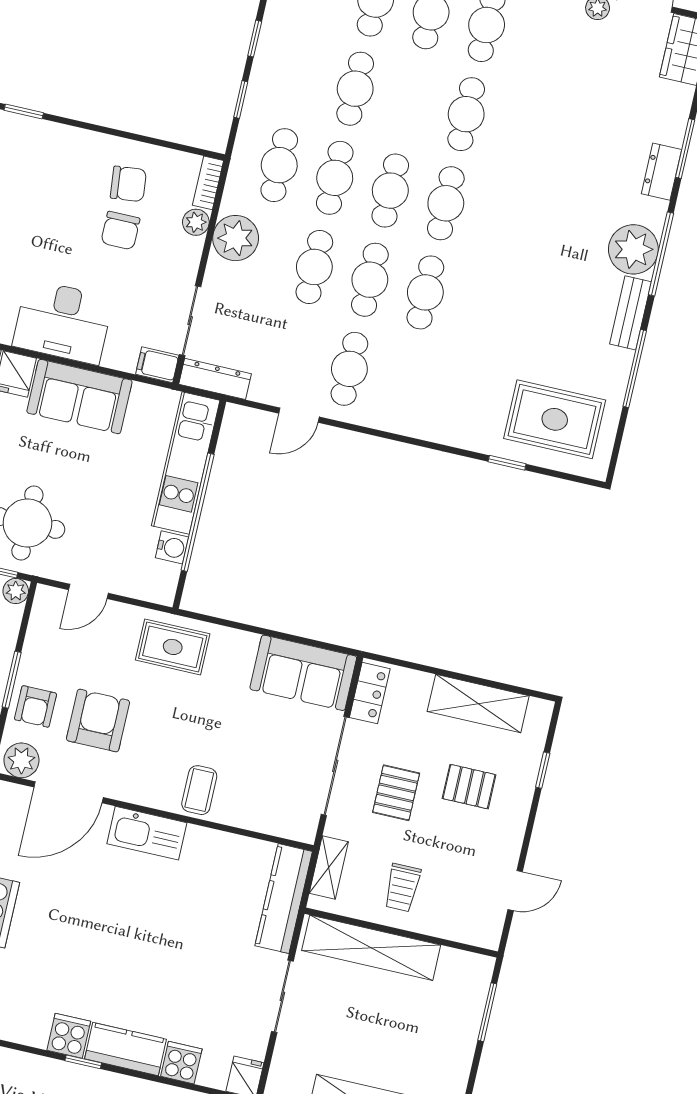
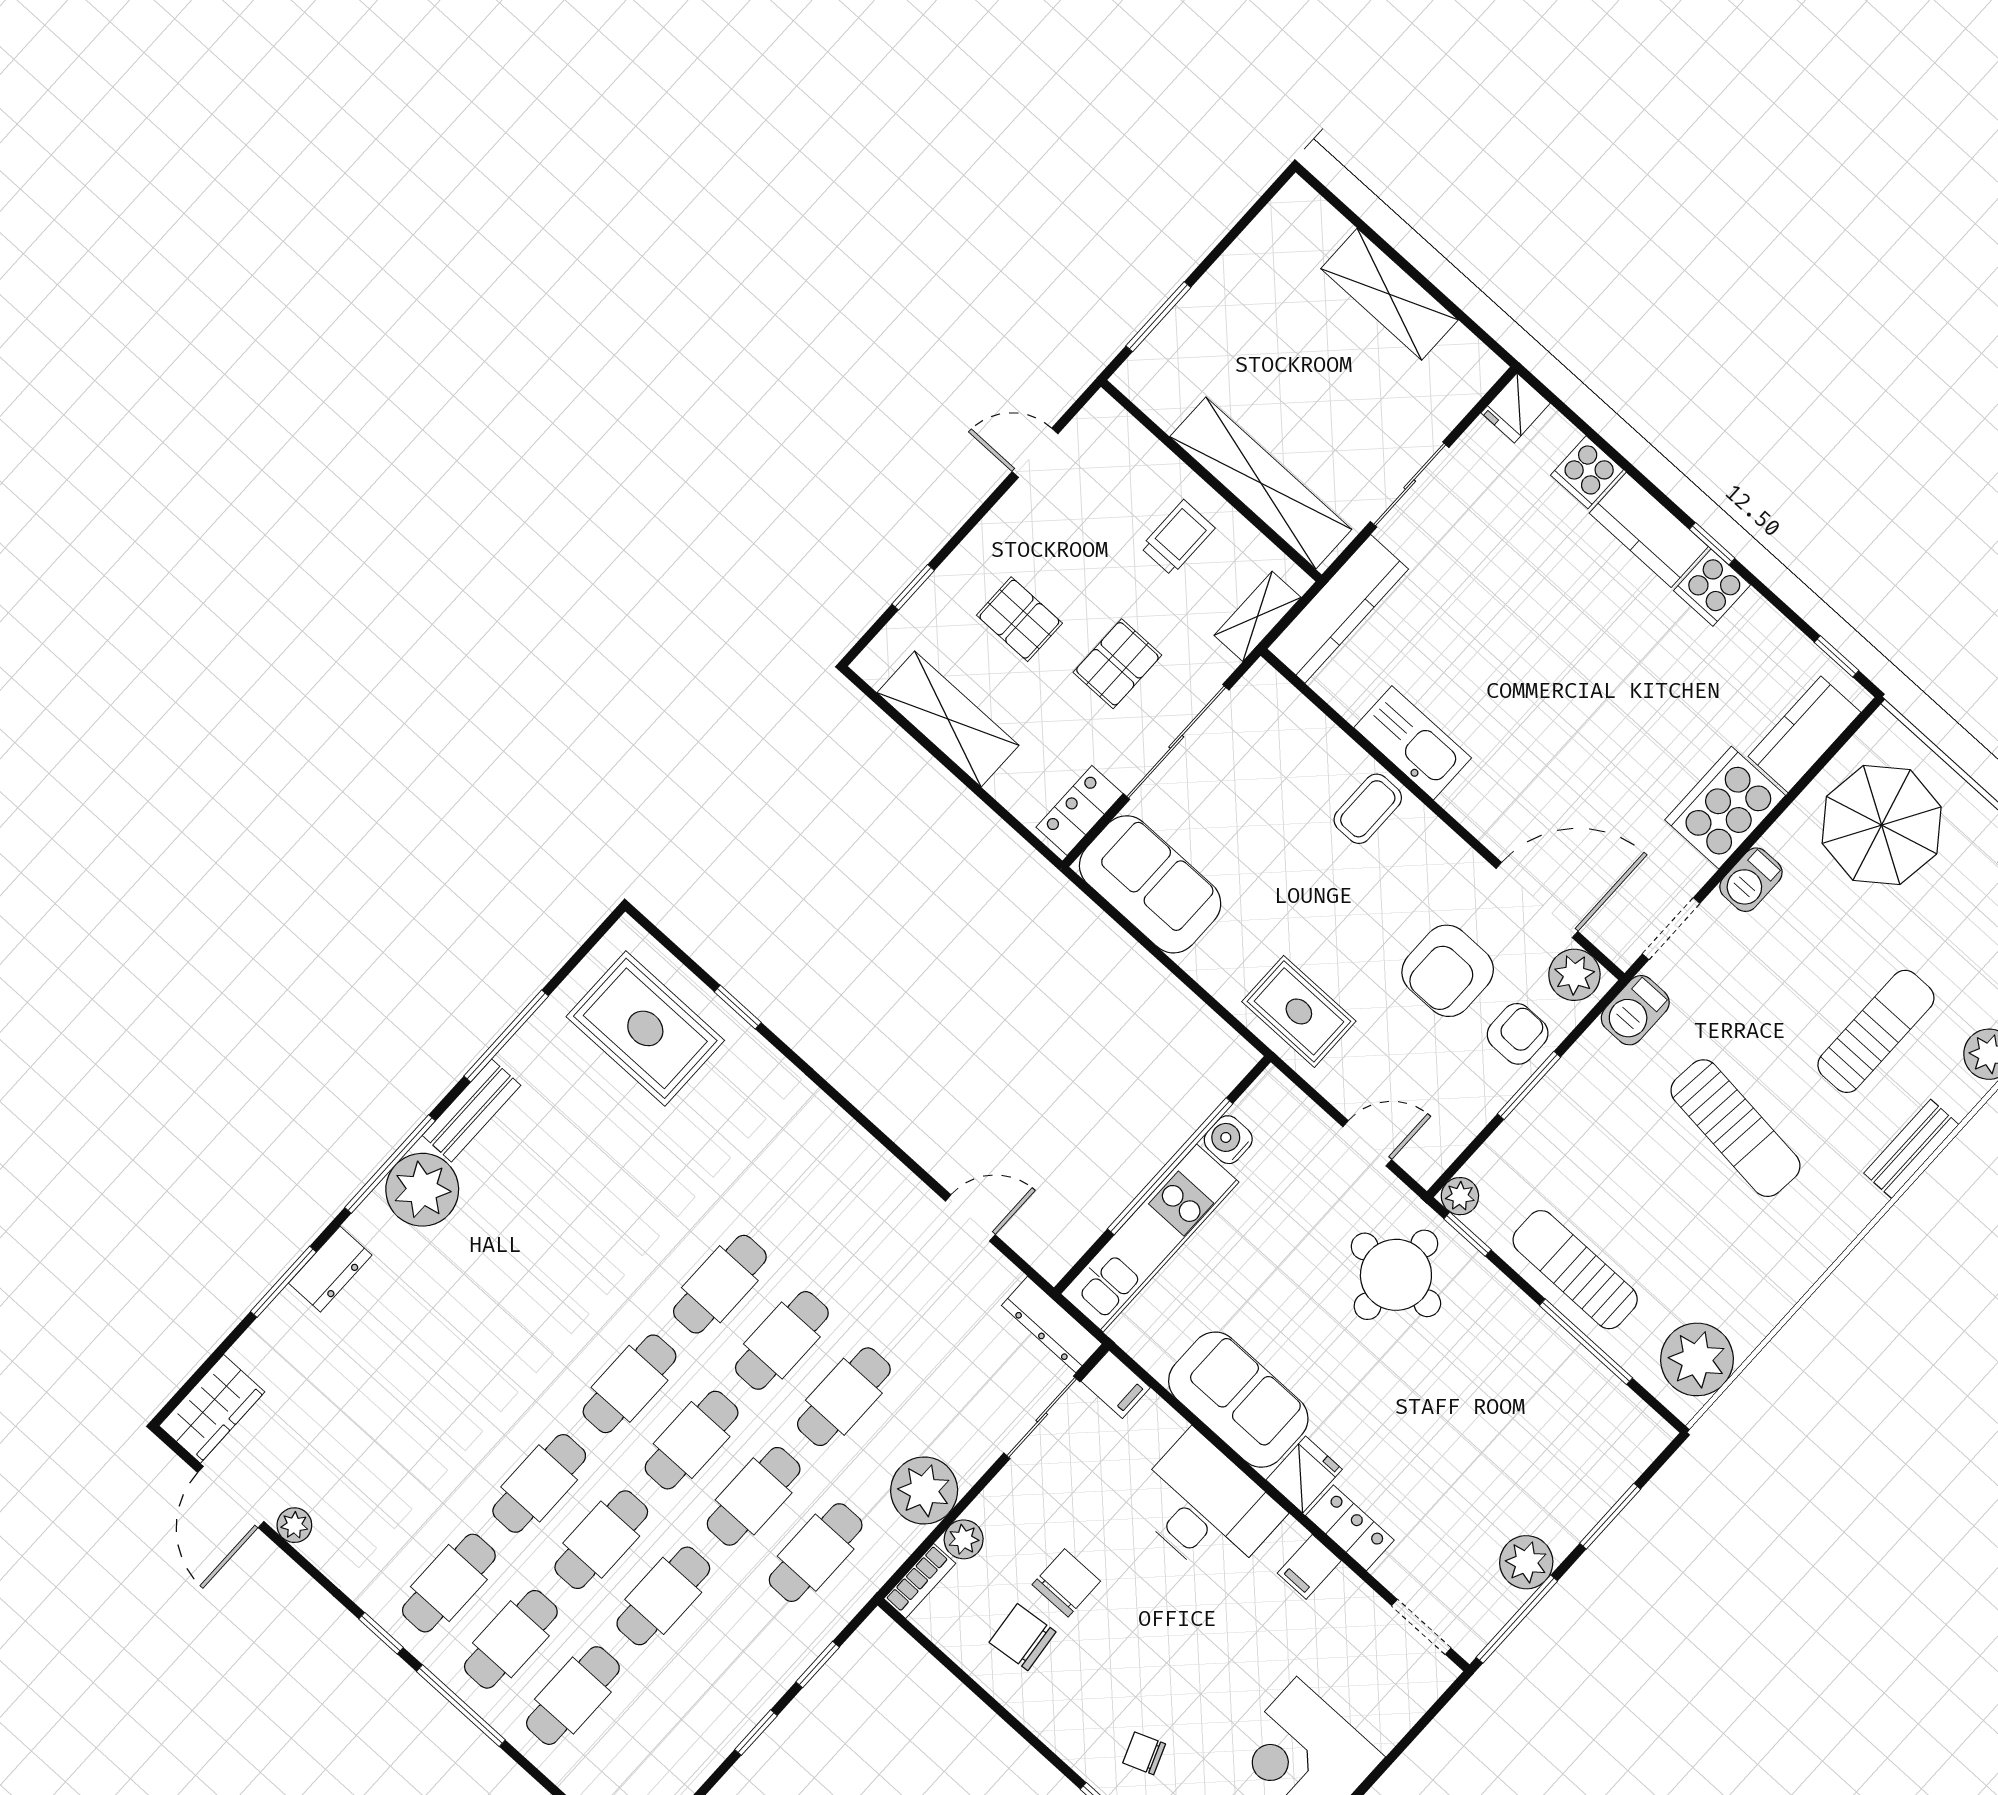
chair: (18, 155) -> (1144, 1753), added
cafe table: (349, 369) -> (601, 1540), moved
kitchen sink: (147, 833) -> (1413, 743), moved

